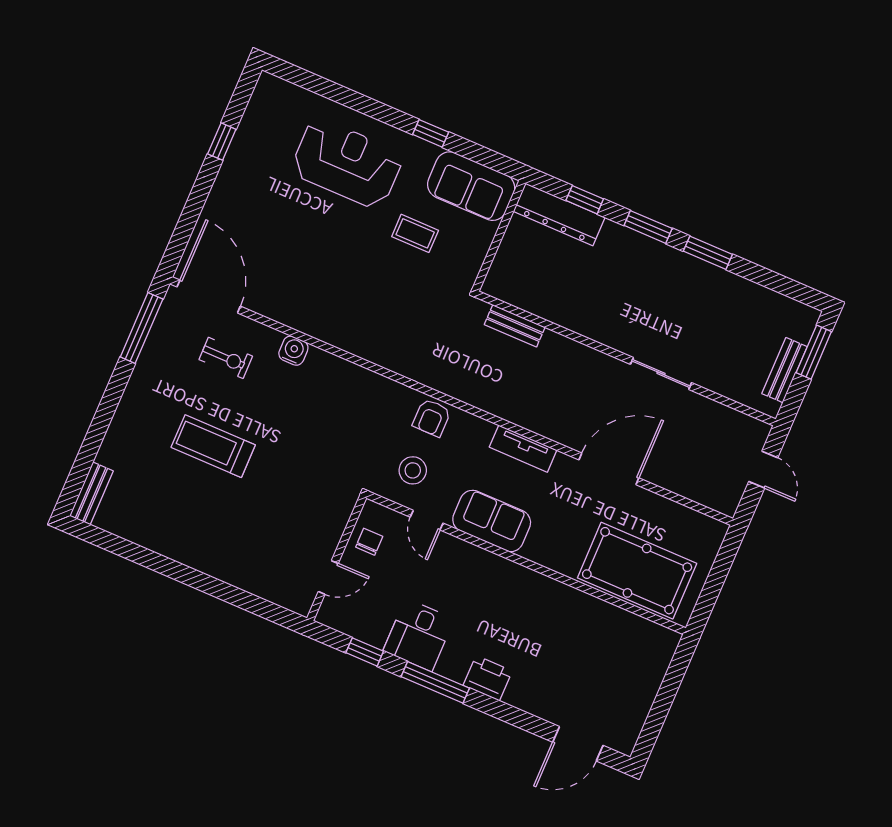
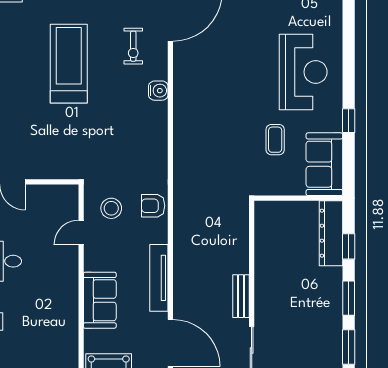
bench: (515, 326) -> (241, 296), moved
treadmill: (213, 446) -> (69, 64), width x1.37, depth x1.38
tv unit: (523, 449) -> (159, 278), width x1.41
sofa: (492, 521) -> (100, 300), moved
chair: (369, 542) -> (49, 199), removed

